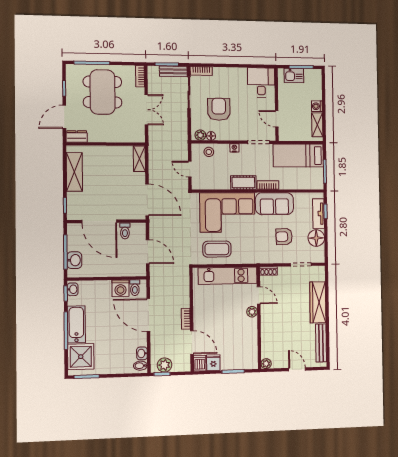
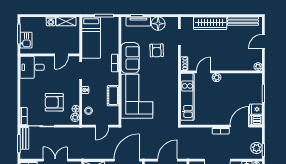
cot: (243, 183) -> (113, 96), moved
coffee table: (217, 249) -> (166, 105), removed

